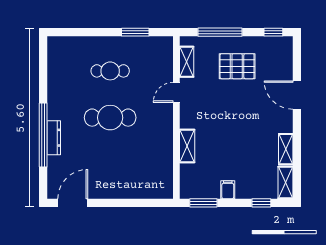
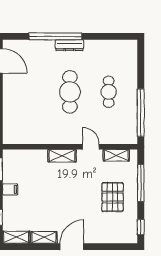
window: (135, 32) -> (141, 113), width x2.11
door: (297, 95) -> (72, 247), moved
dresser: (54, 138) -> (69, 45), moved
shelving: (187, 146) -> (62, 156), moved

